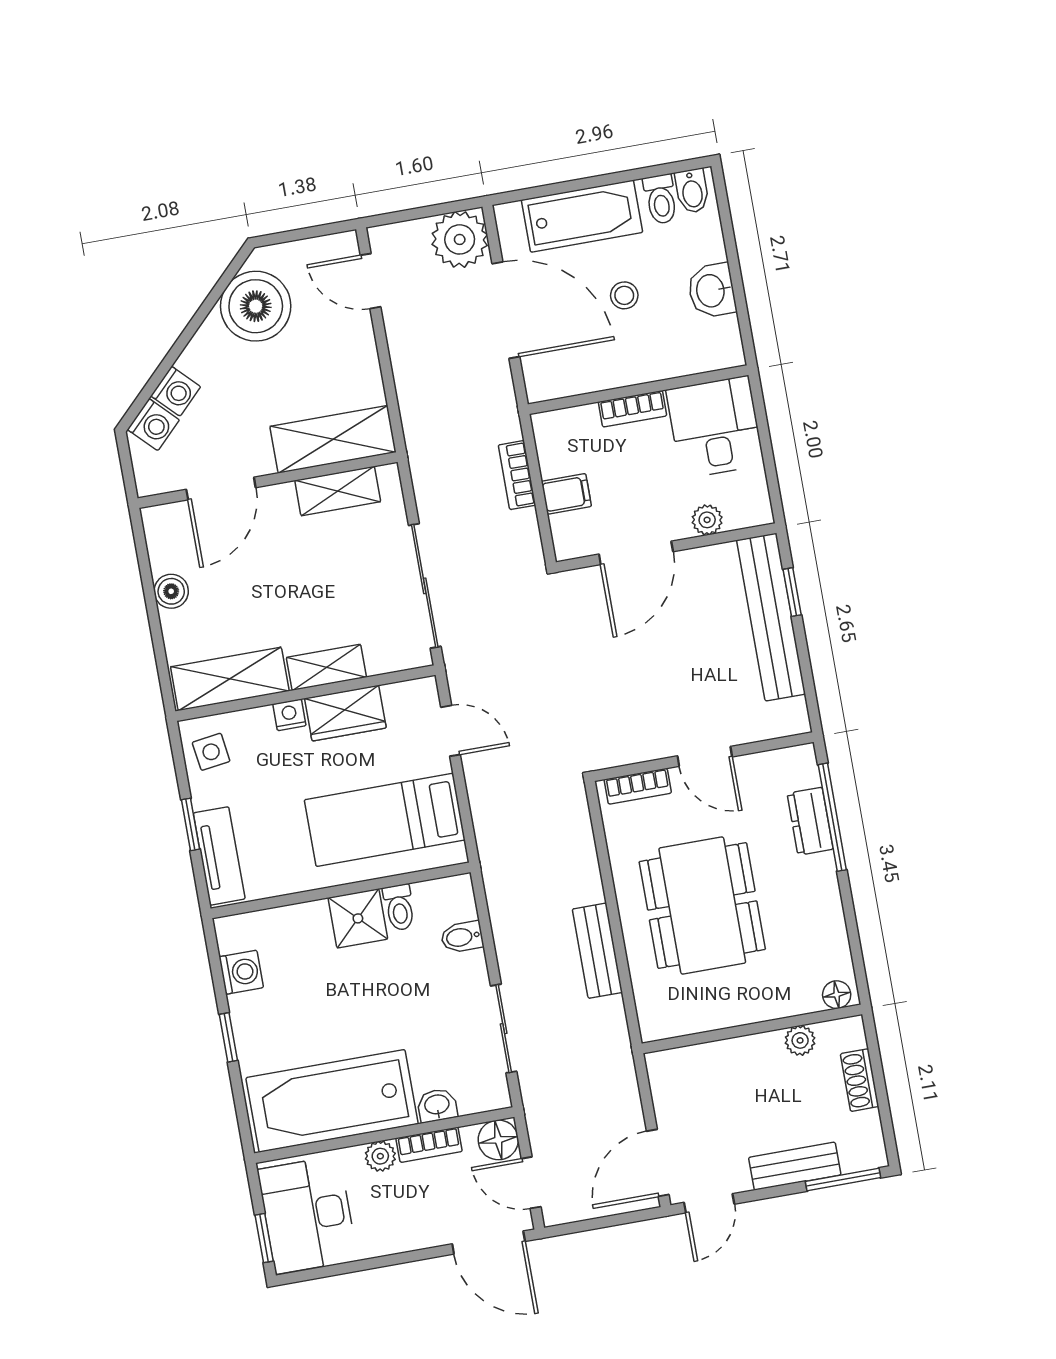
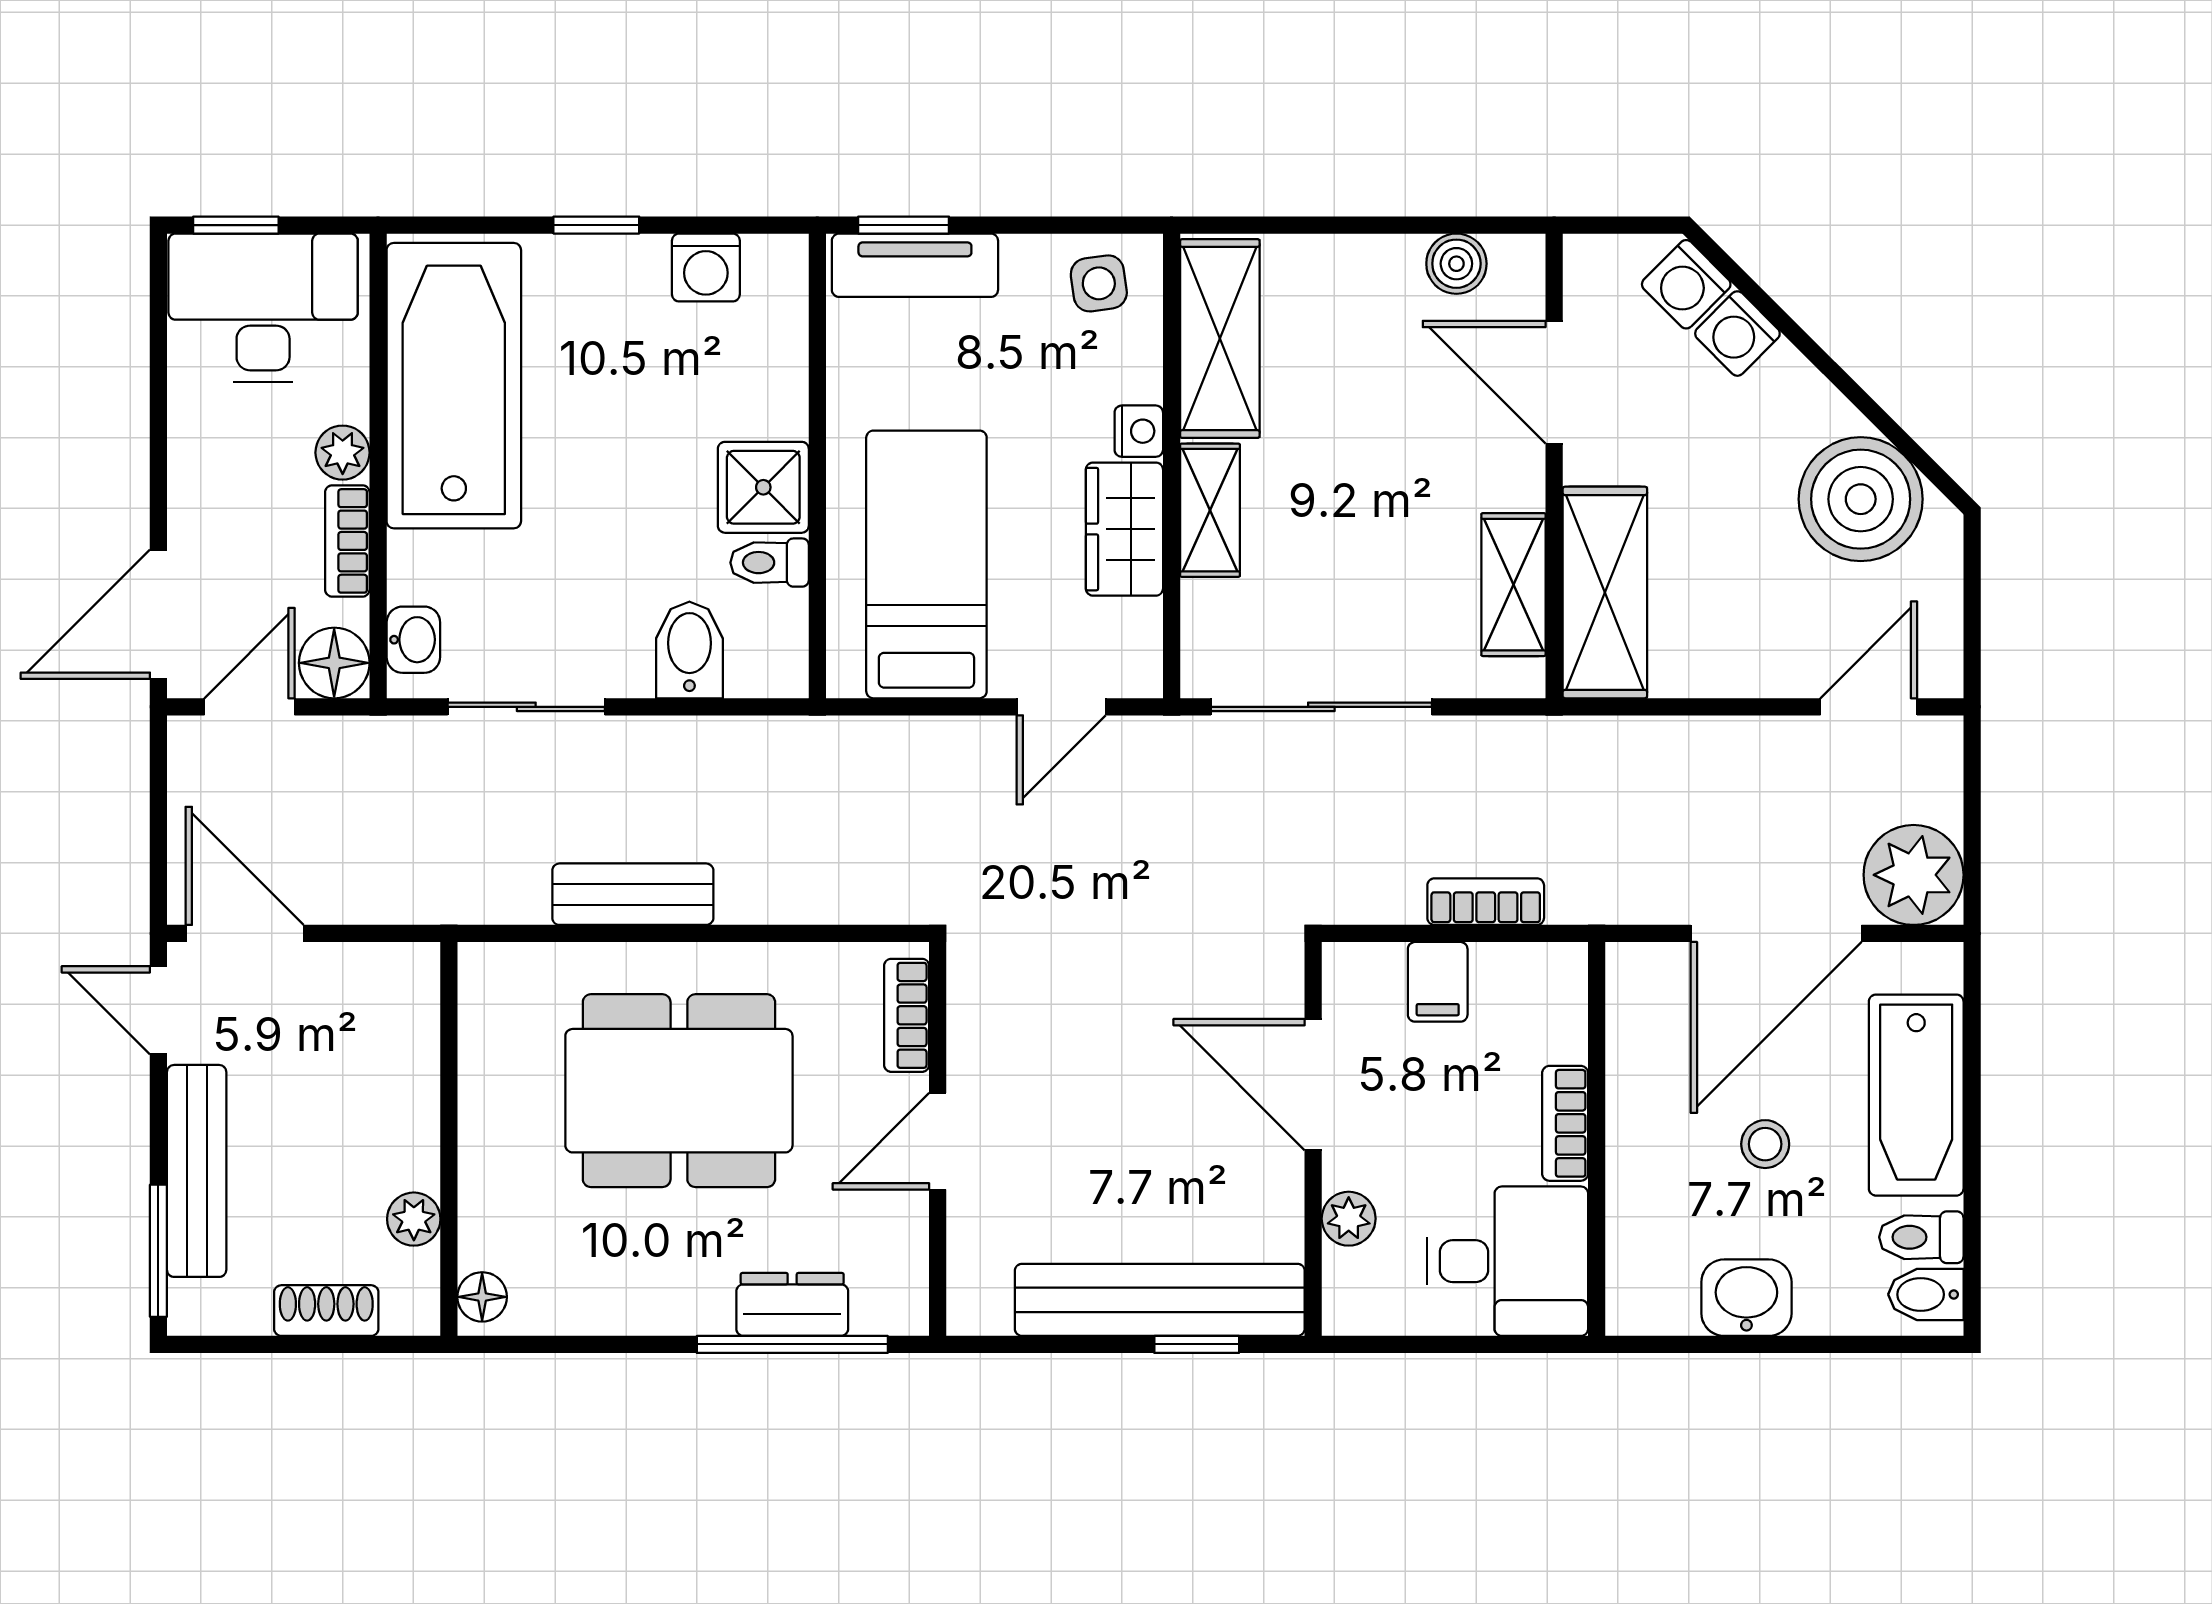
boiler: (171, 591) -> (1456, 264), moved
window: (190, 824) -> (904, 225), moved
bidet: (462, 937) -> (689, 650), width x1.38, depth x1.36
washbasin: (437, 1105) -> (413, 640), moved
bench: (795, 1166) -> (197, 1171), width x1.36

